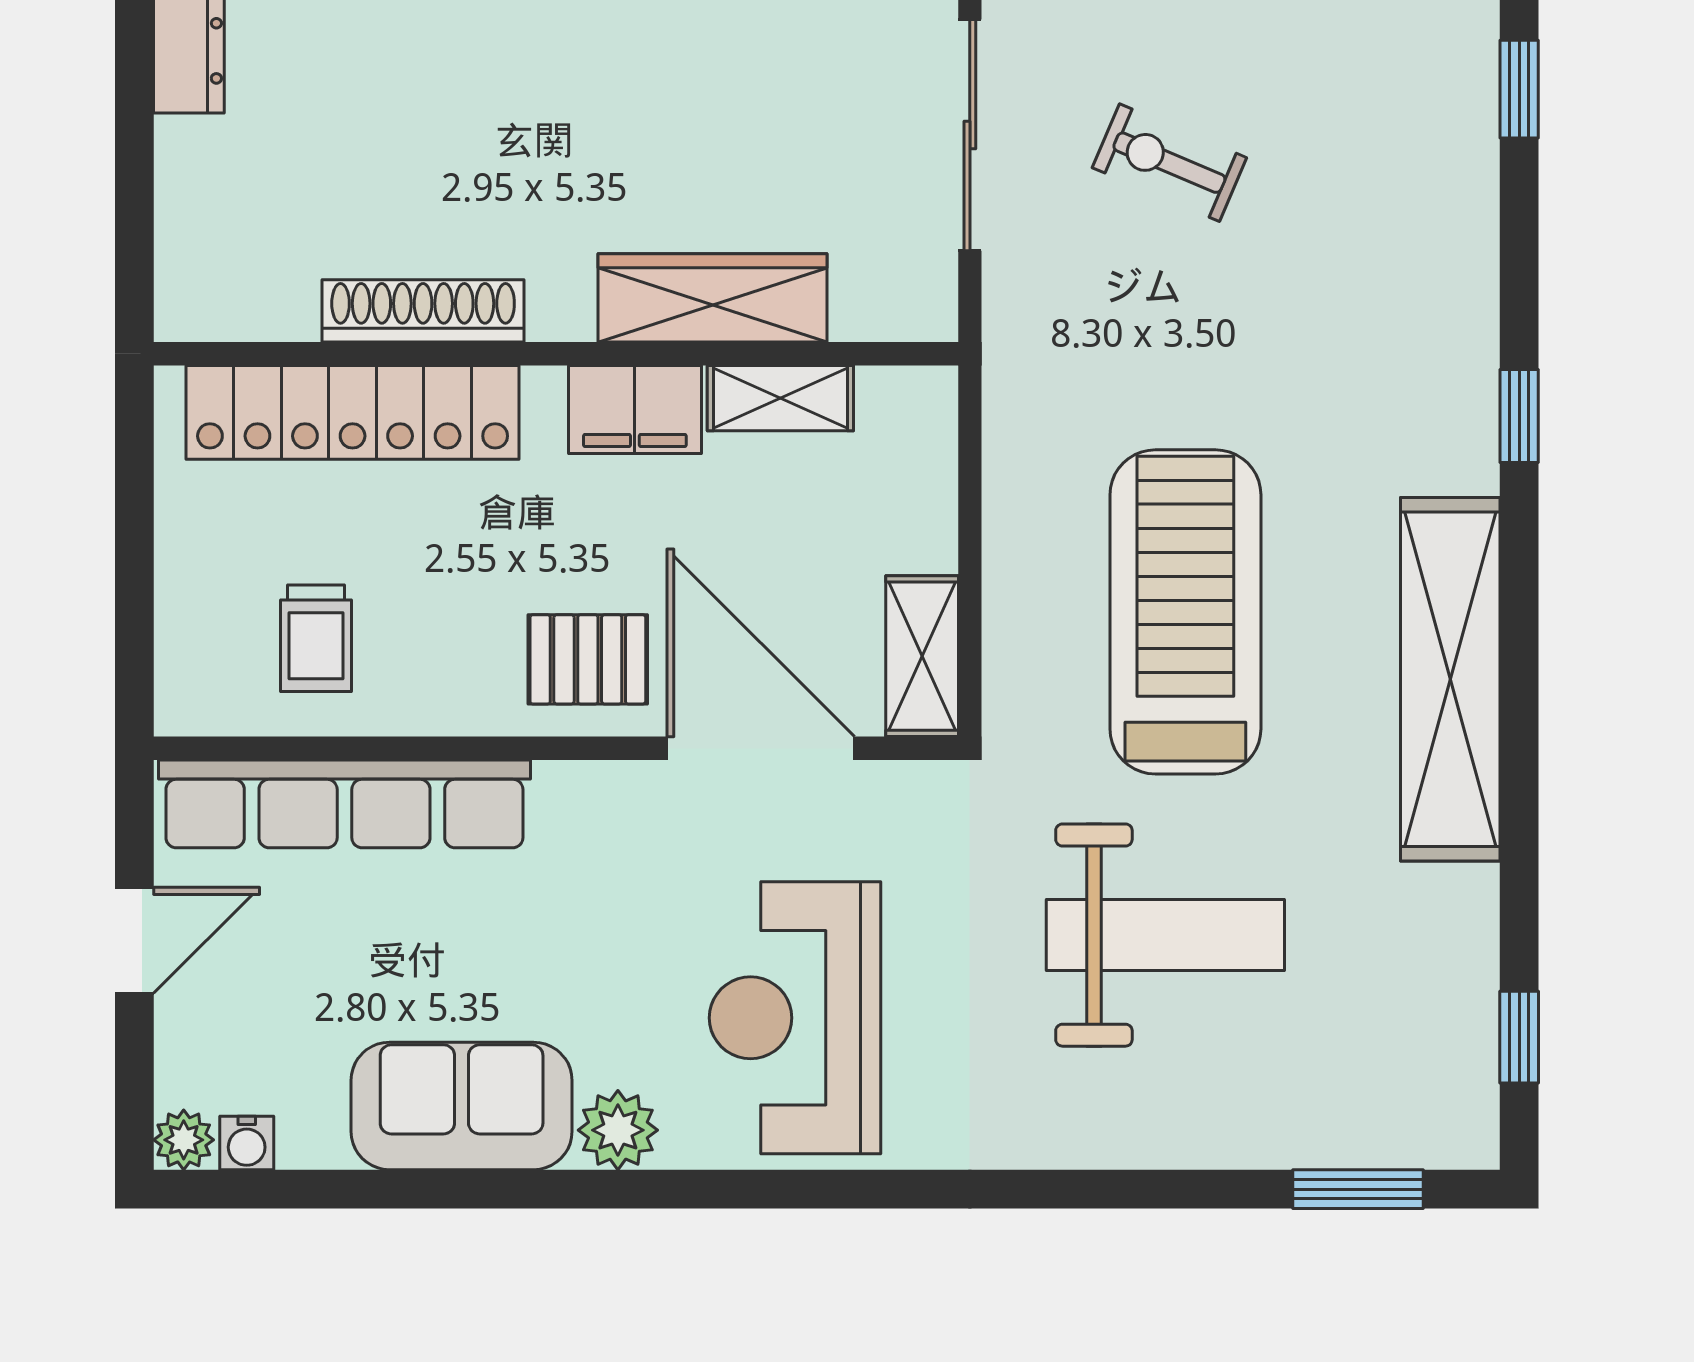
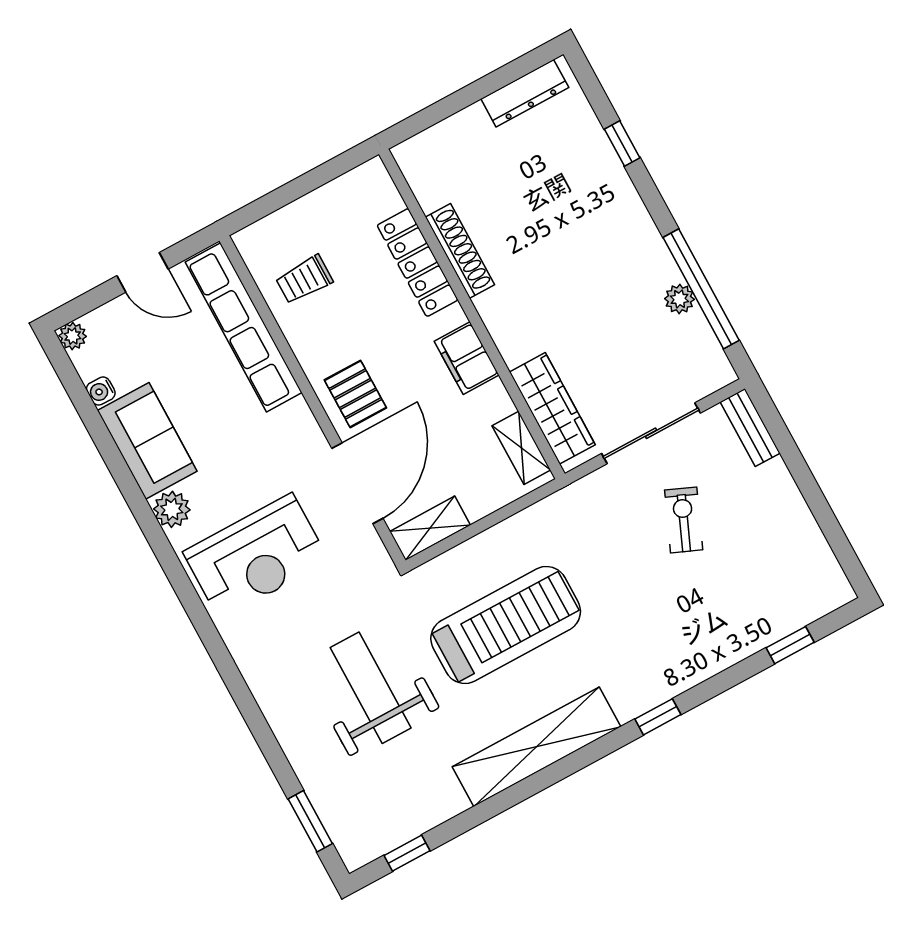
wardrobe: (713, 298) -> (552, 408), moved
shelving: (780, 398) -> (521, 448), moved
locker: (353, 412) -> (418, 263), width x0.71, depth x0.83
weight bench: (1165, 935) -> (371, 688), turned 180
reception desk: (795, 1018) -> (256, 556), turned 180
water cooler: (247, 1143) -> (101, 391), moved

